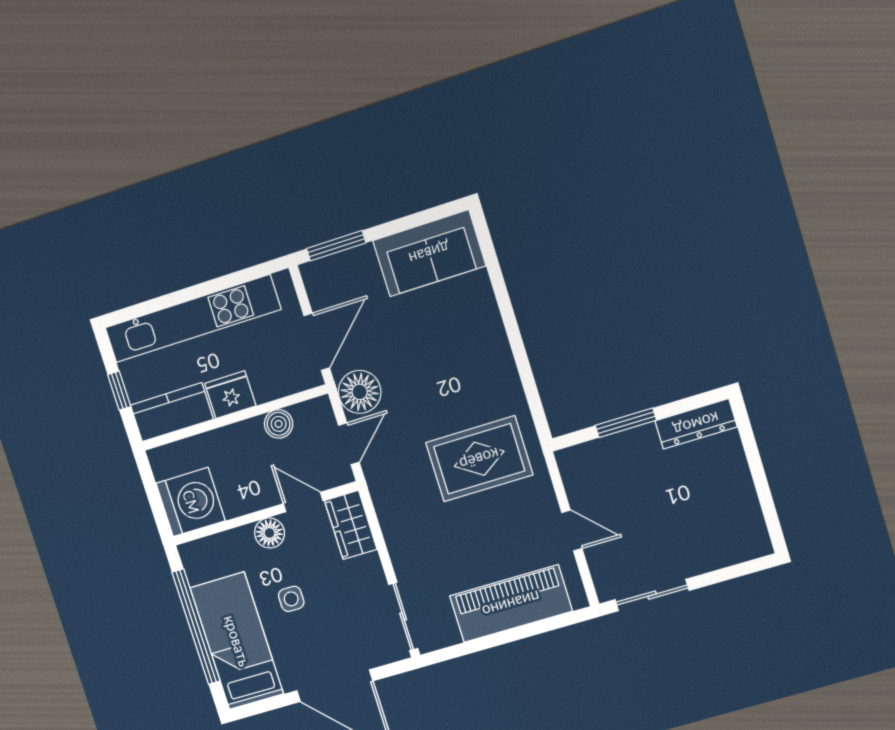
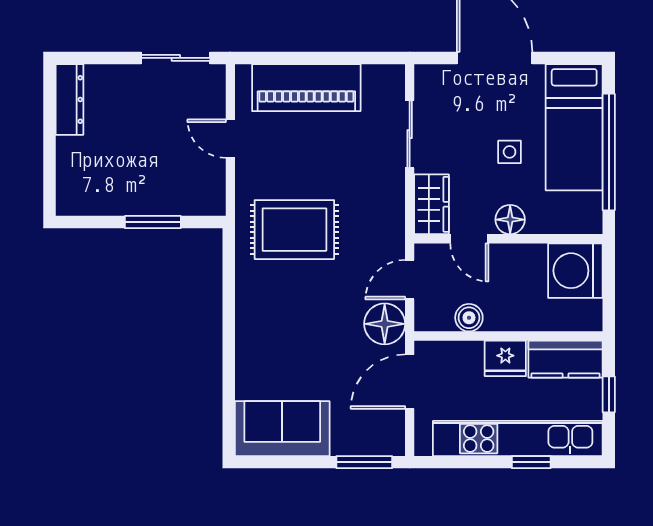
window: (172, 299) -> (531, 462), added
dresser: (696, 424) -> (69, 100), moved, turned 90
sliding door: (403, 617) -> (410, 134), moved

